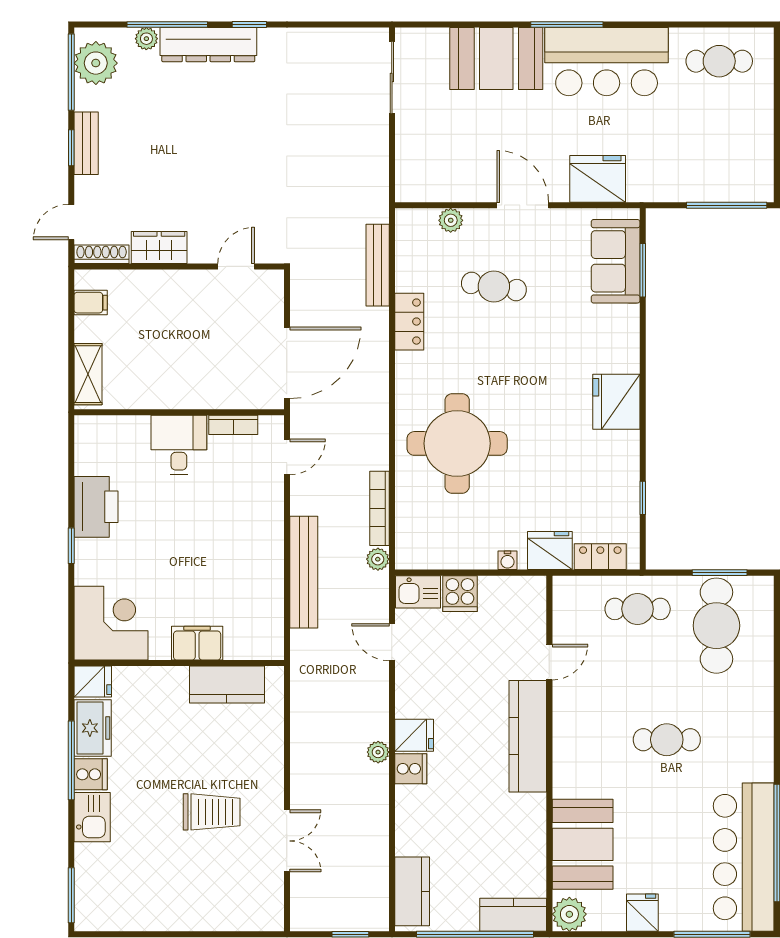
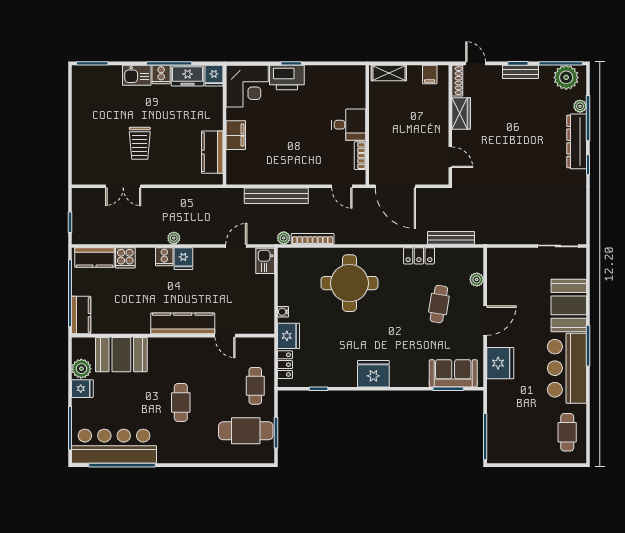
printer: (96, 507) -> (287, 77), moved
cooker: (460, 594) -> (125, 258), moved, turned -90
plant: (569, 914) -> (81, 369), moved

